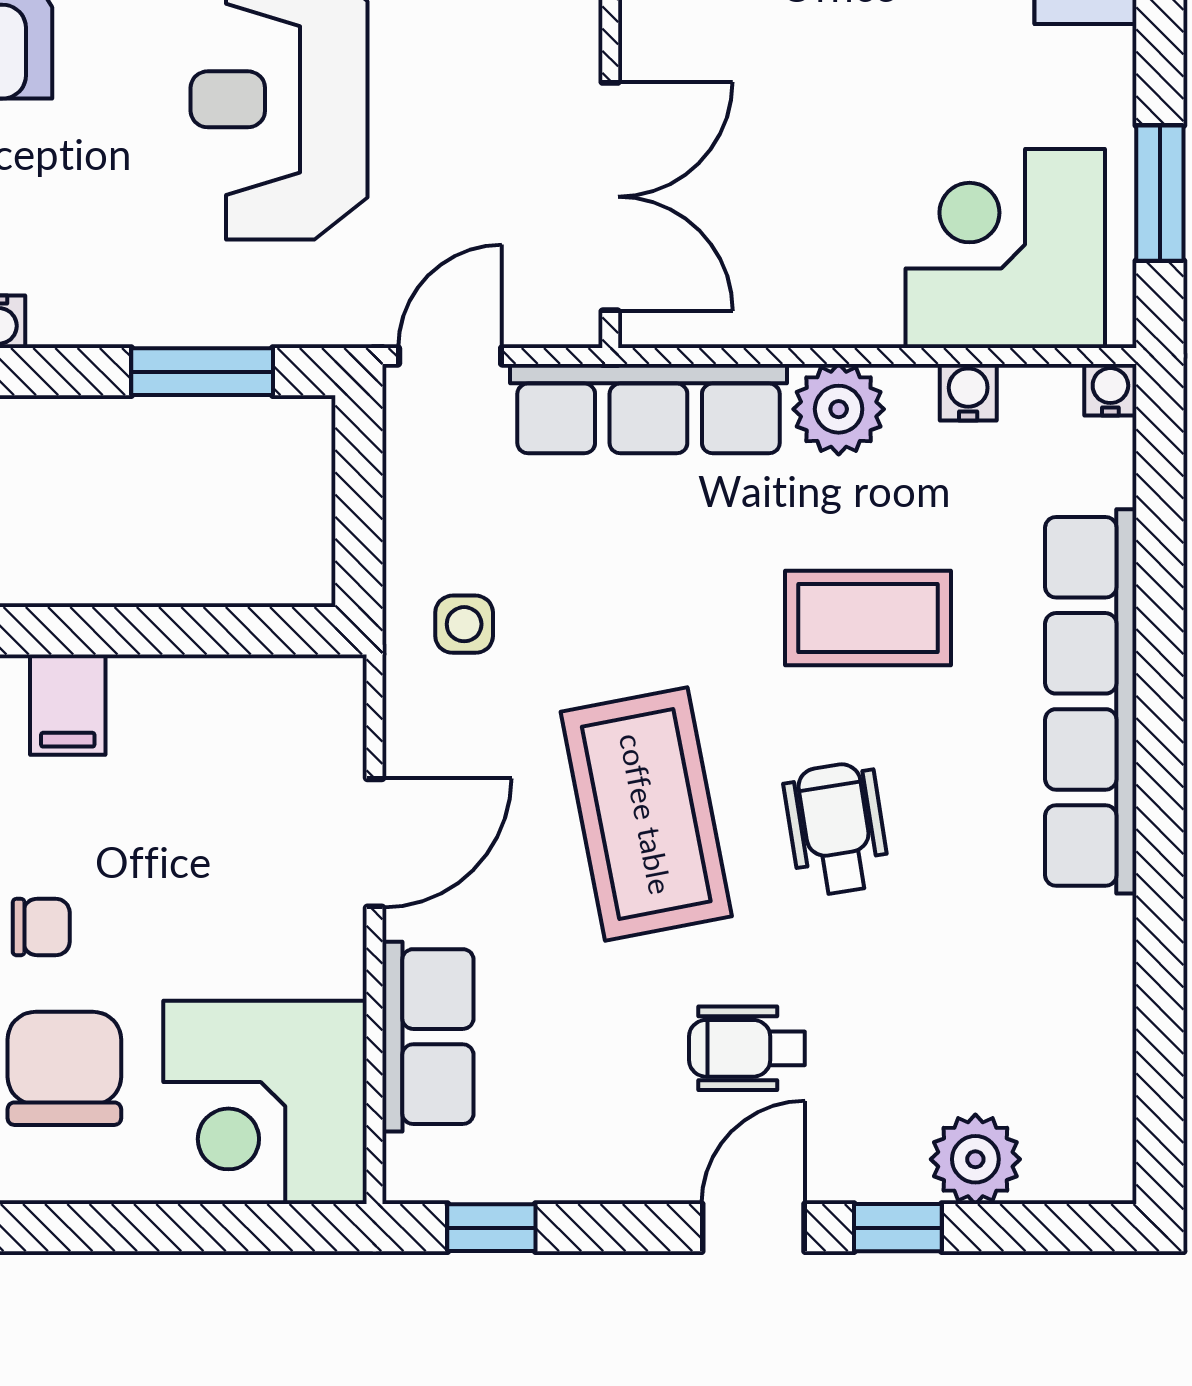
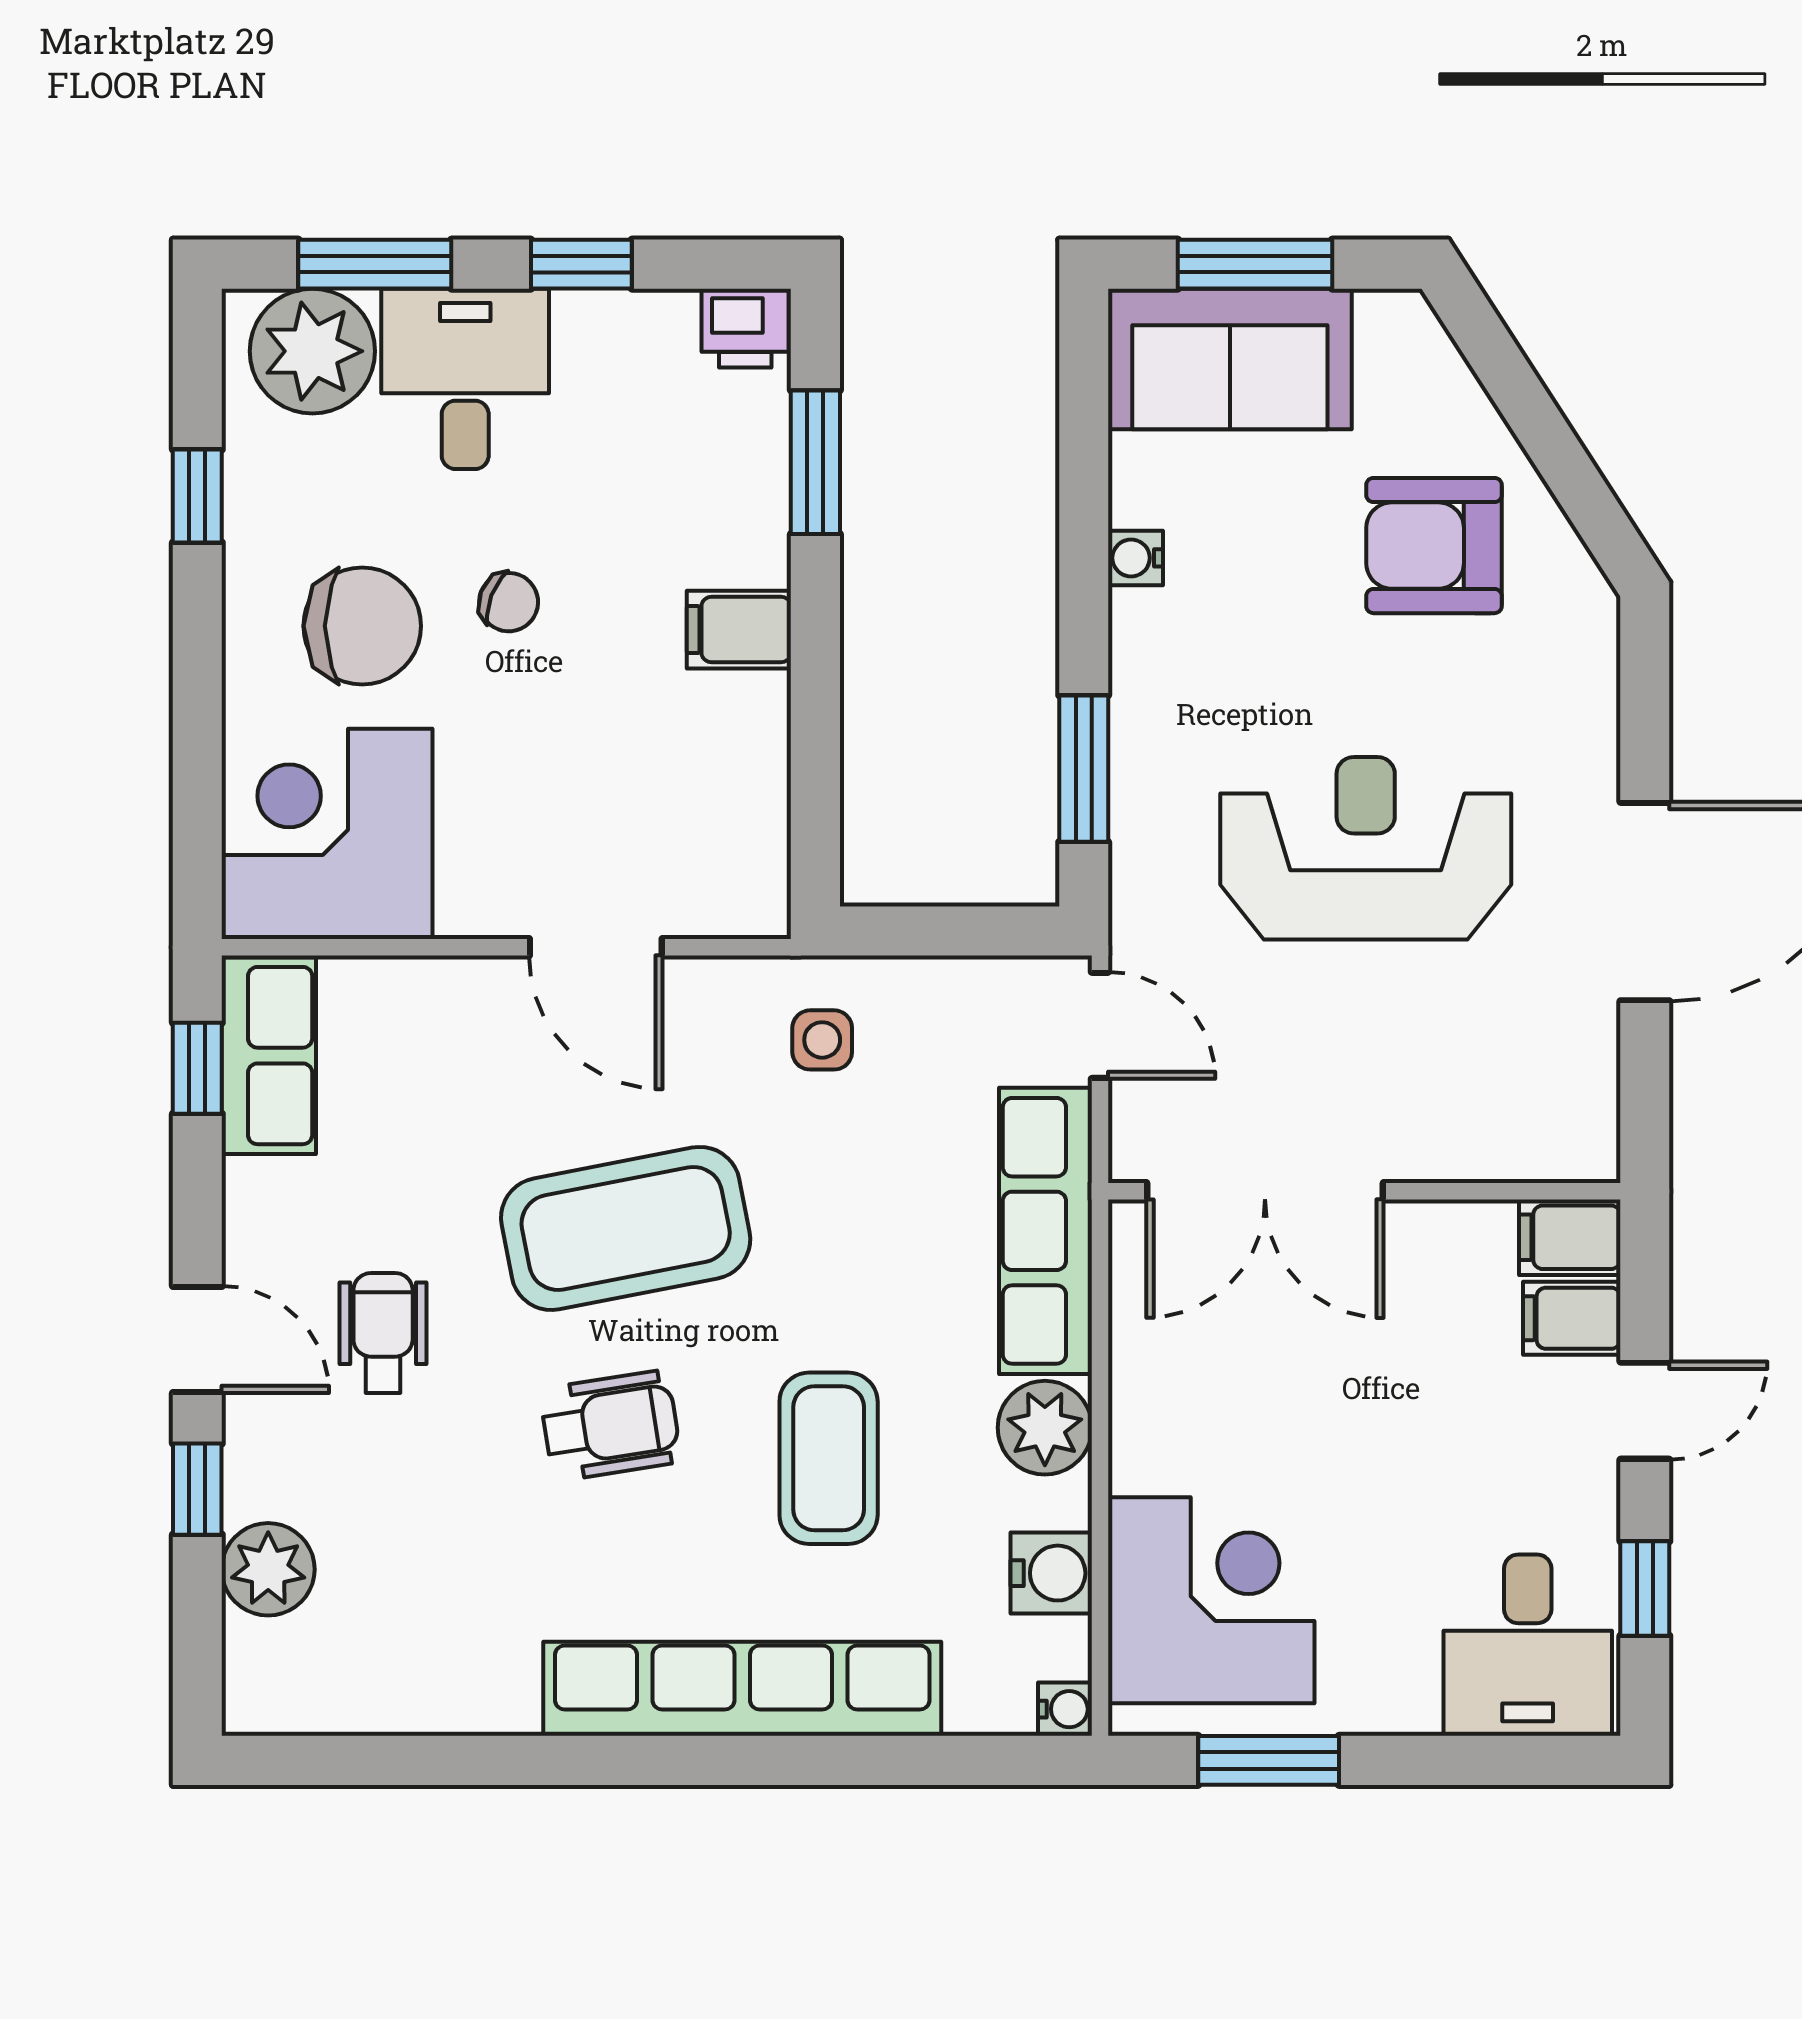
water cooler: (968, 392) -> (1051, 1573), width x1.38, depth x1.38
chair: (41, 927) -> (509, 602), turned -69
row of seats: (428, 1037) -> (269, 1056), moved, turned -90

